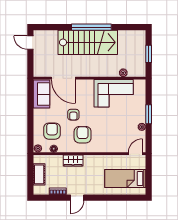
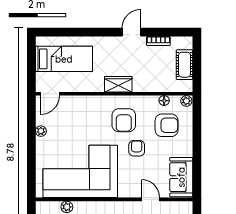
door: (63, 78) -> (151, 199), width x0.53
corner sofa: (114, 93) -> (80, 171), width x1.36, depth x1.36
window: (149, 114) -> (31, 149), removed
armchair: (52, 131) -> (167, 125), turned -90
wardrobe: (73, 160) -> (118, 84), moved

